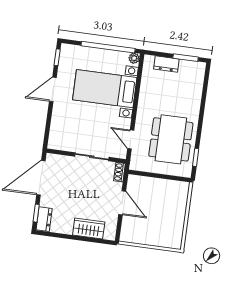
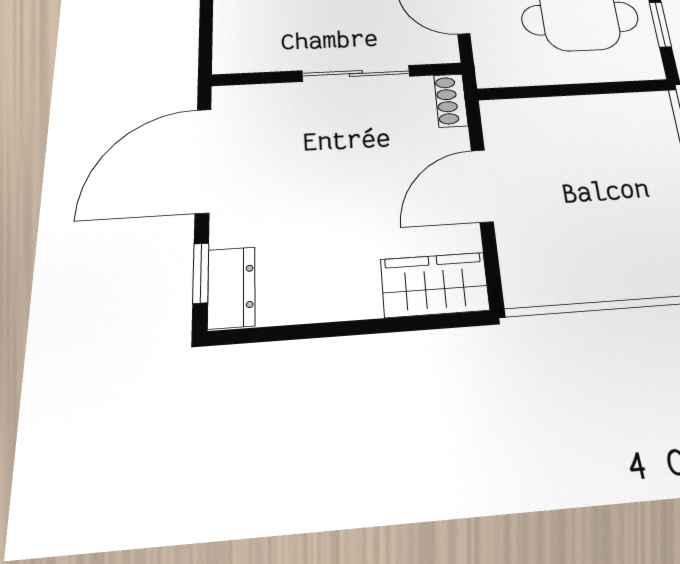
door: (122, 203) -> (482, 186), swing flipped
wardrobe: (89, 229) -> (435, 285), moved

